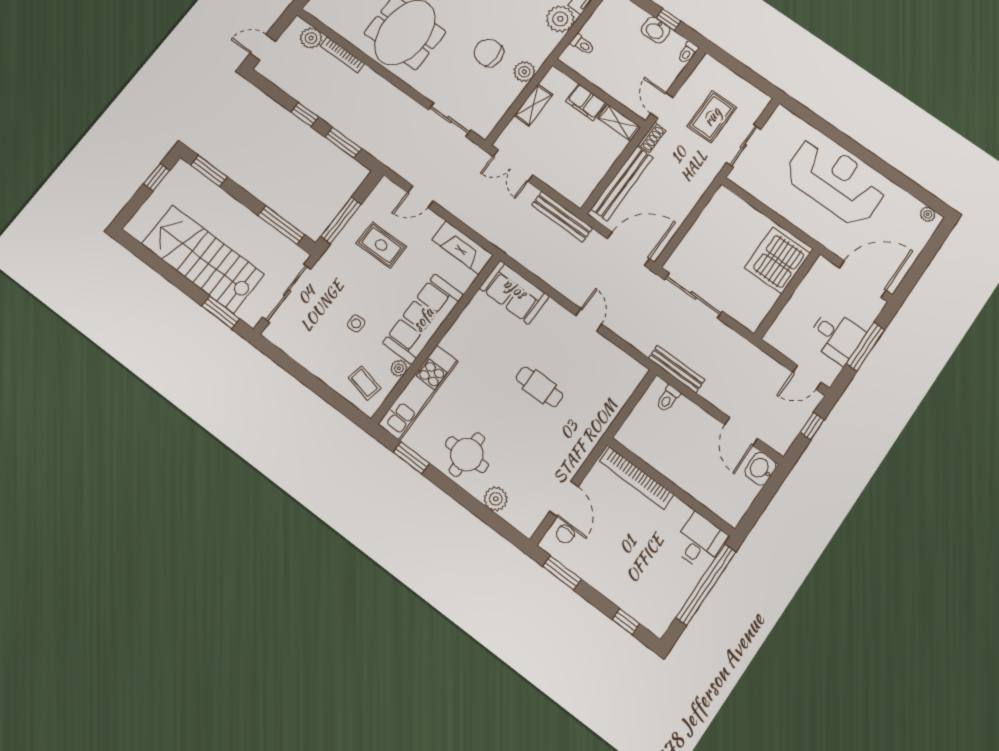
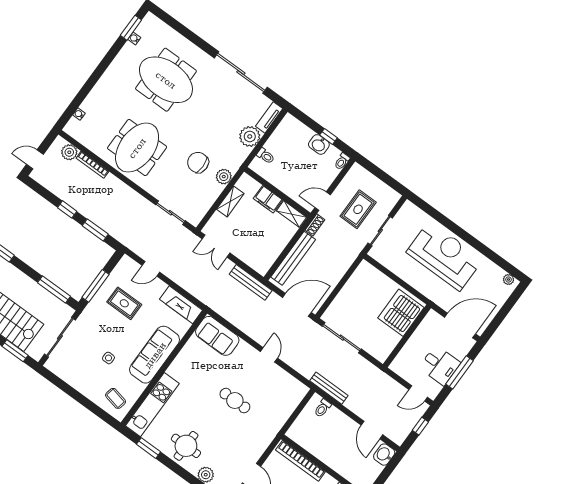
door: (662, 105) -> (323, 201), hinge flipped
plant: (399, 368) -> (139, 388), removed

